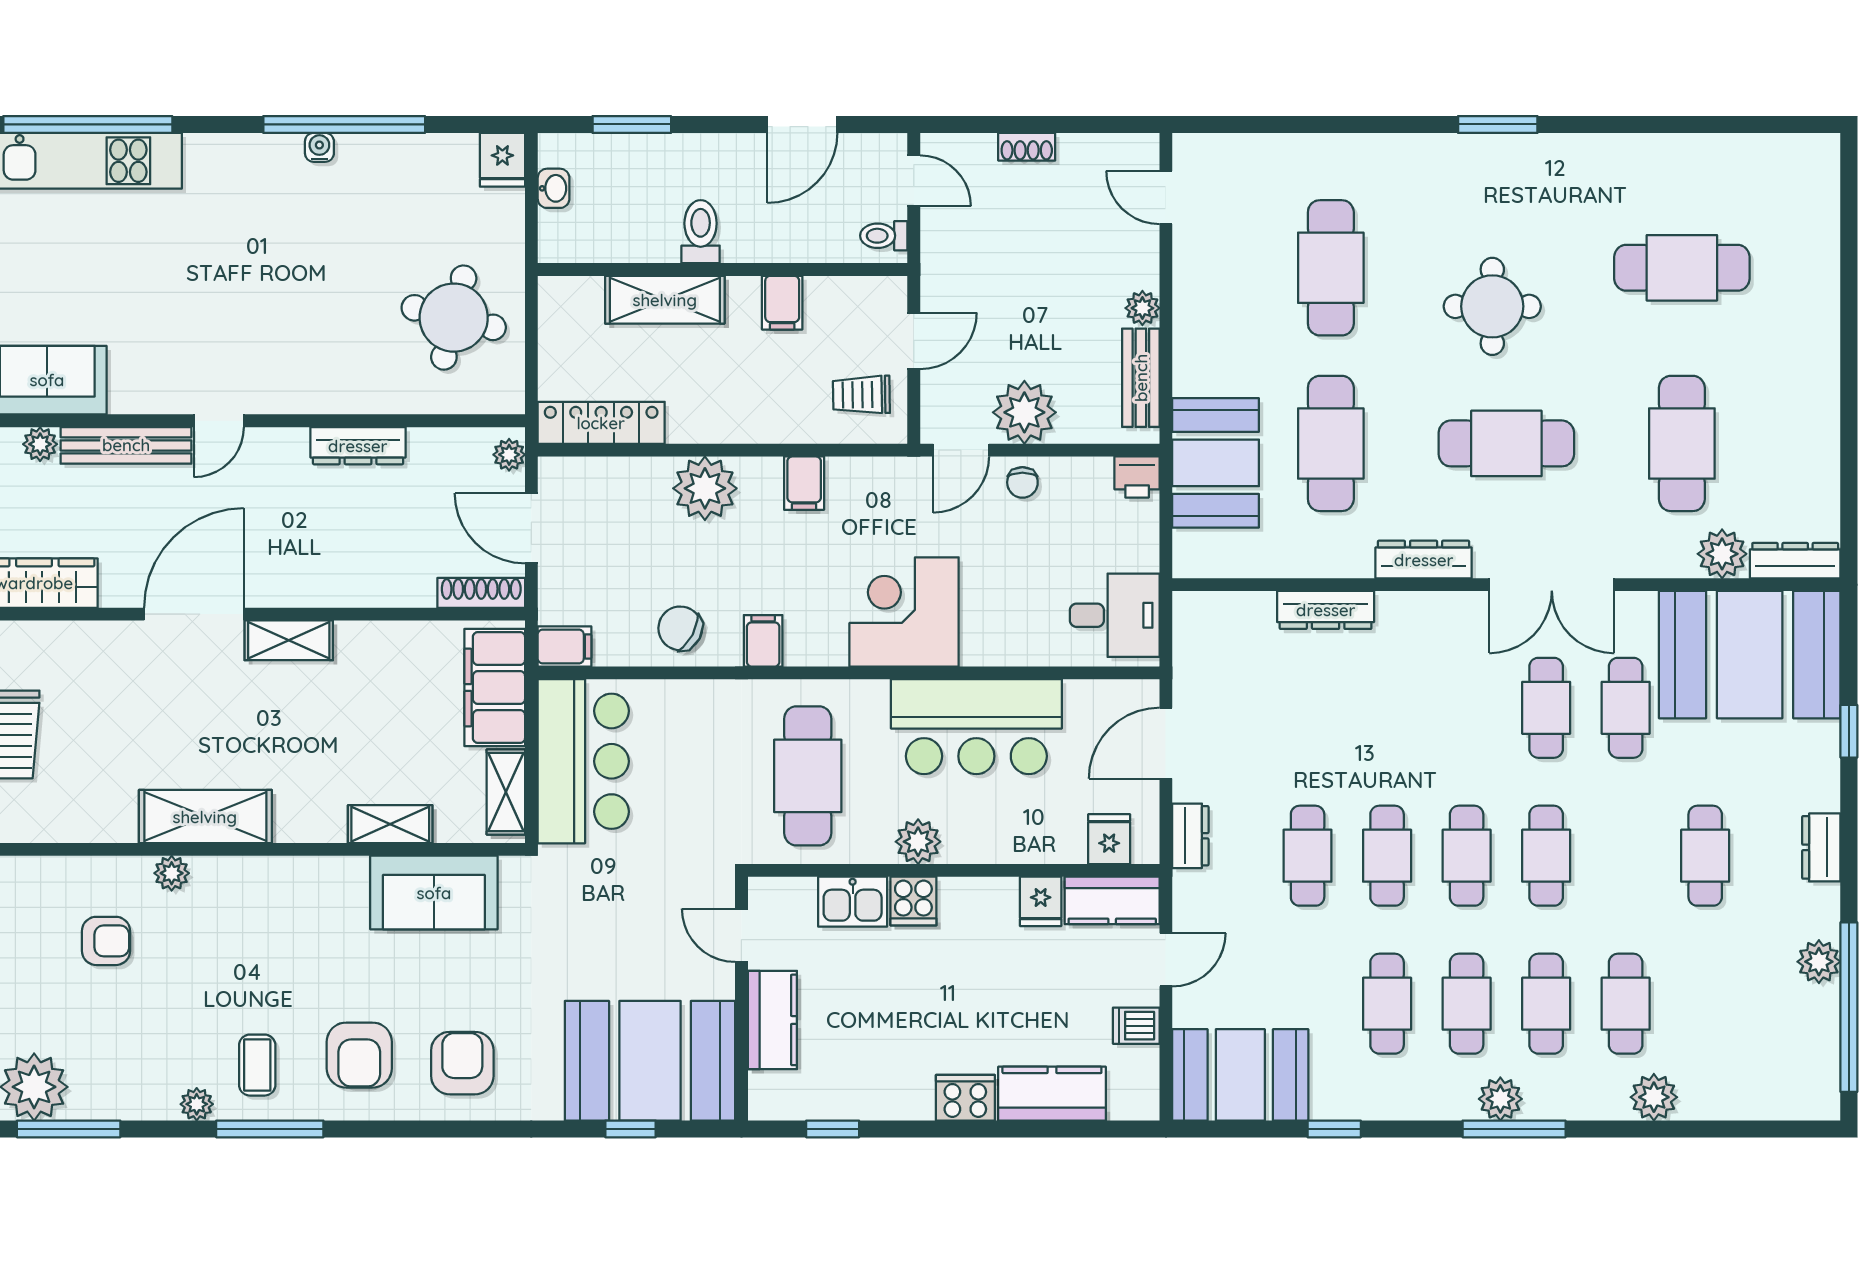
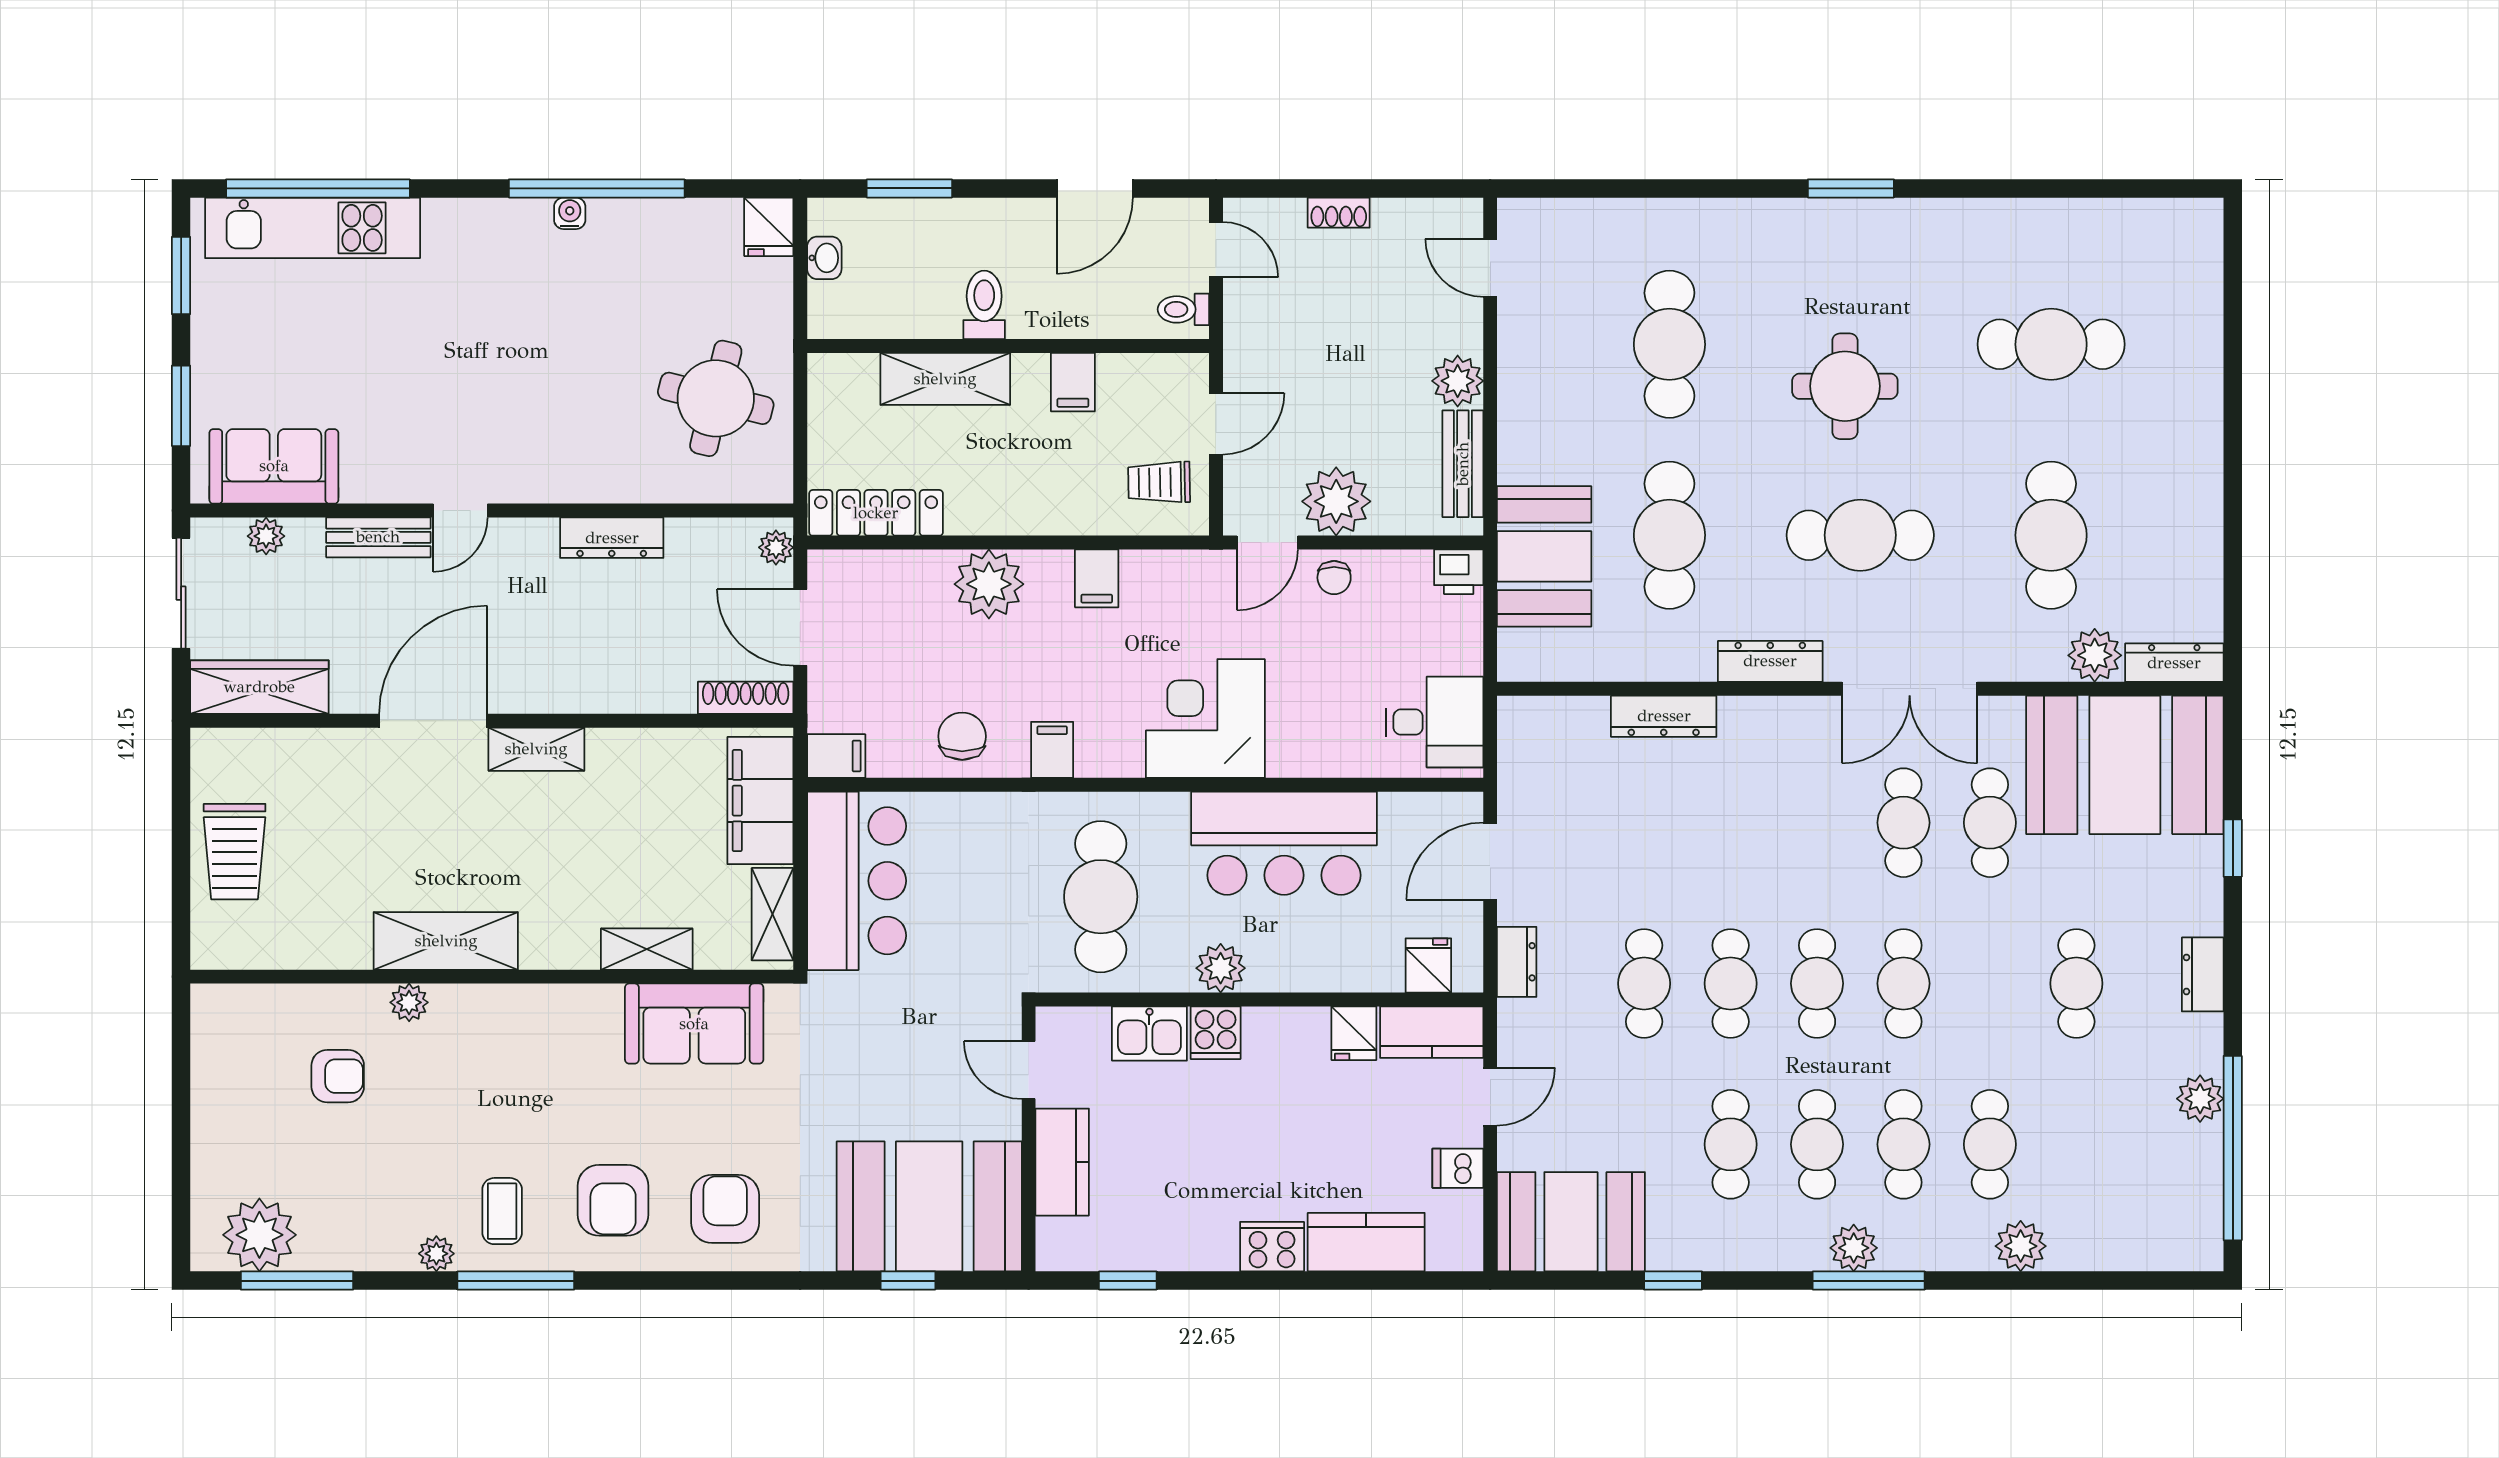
plant: (1142, 308) -> (1458, 381), width x1.38, depth x1.38
bench: (126, 445) -> (378, 537), width x0.73
chair: (680, 628) -> (962, 736), turned 62

